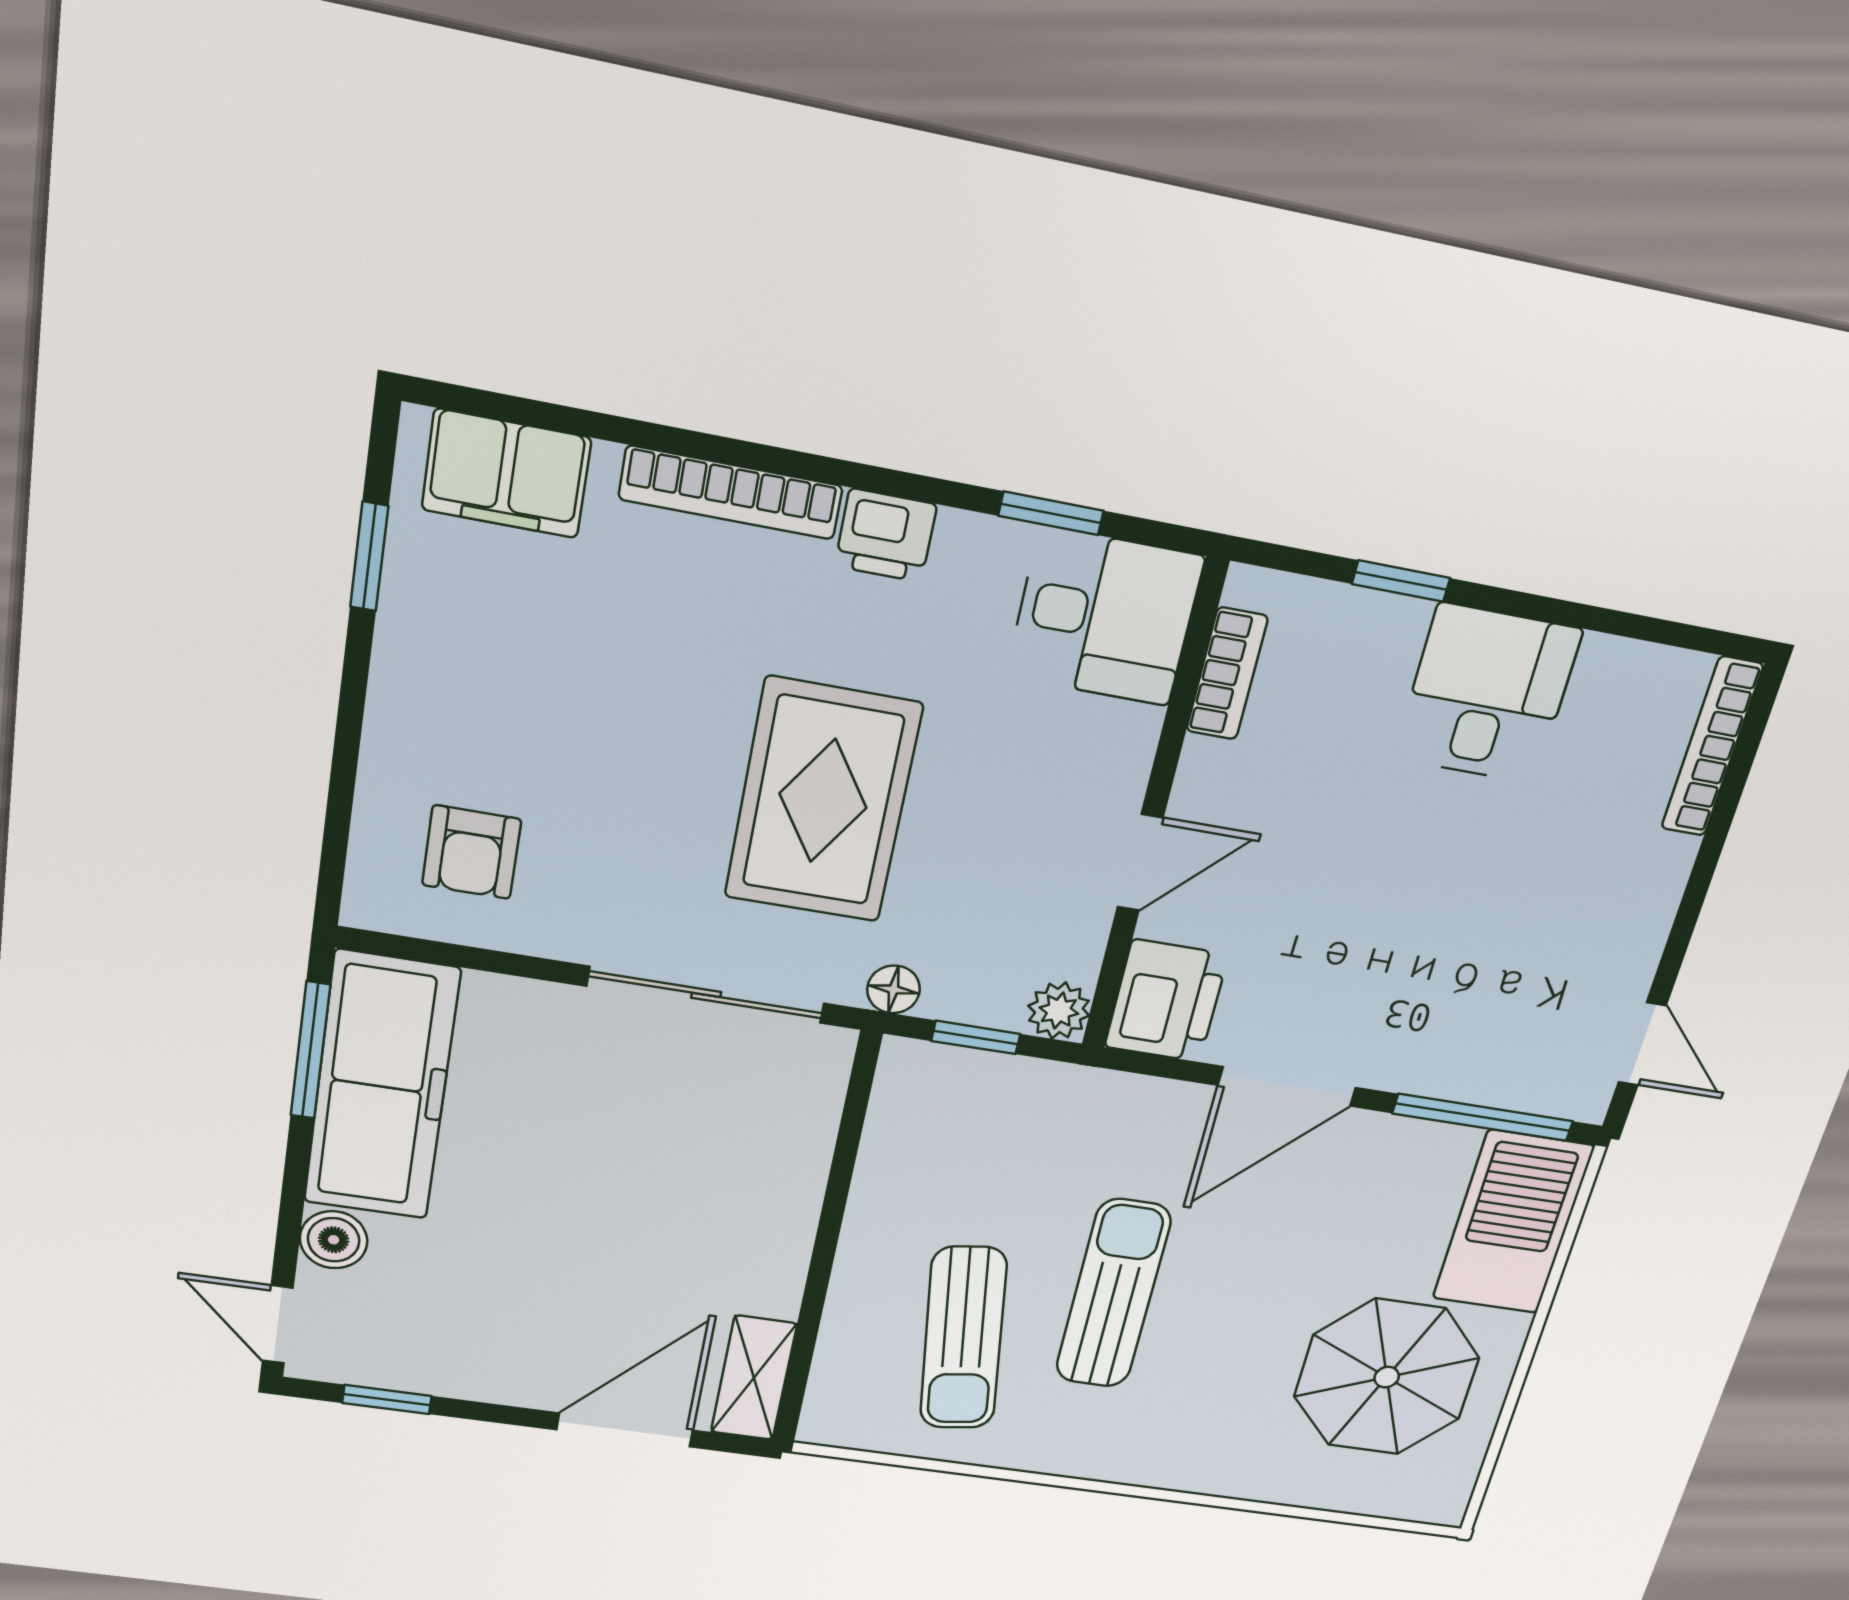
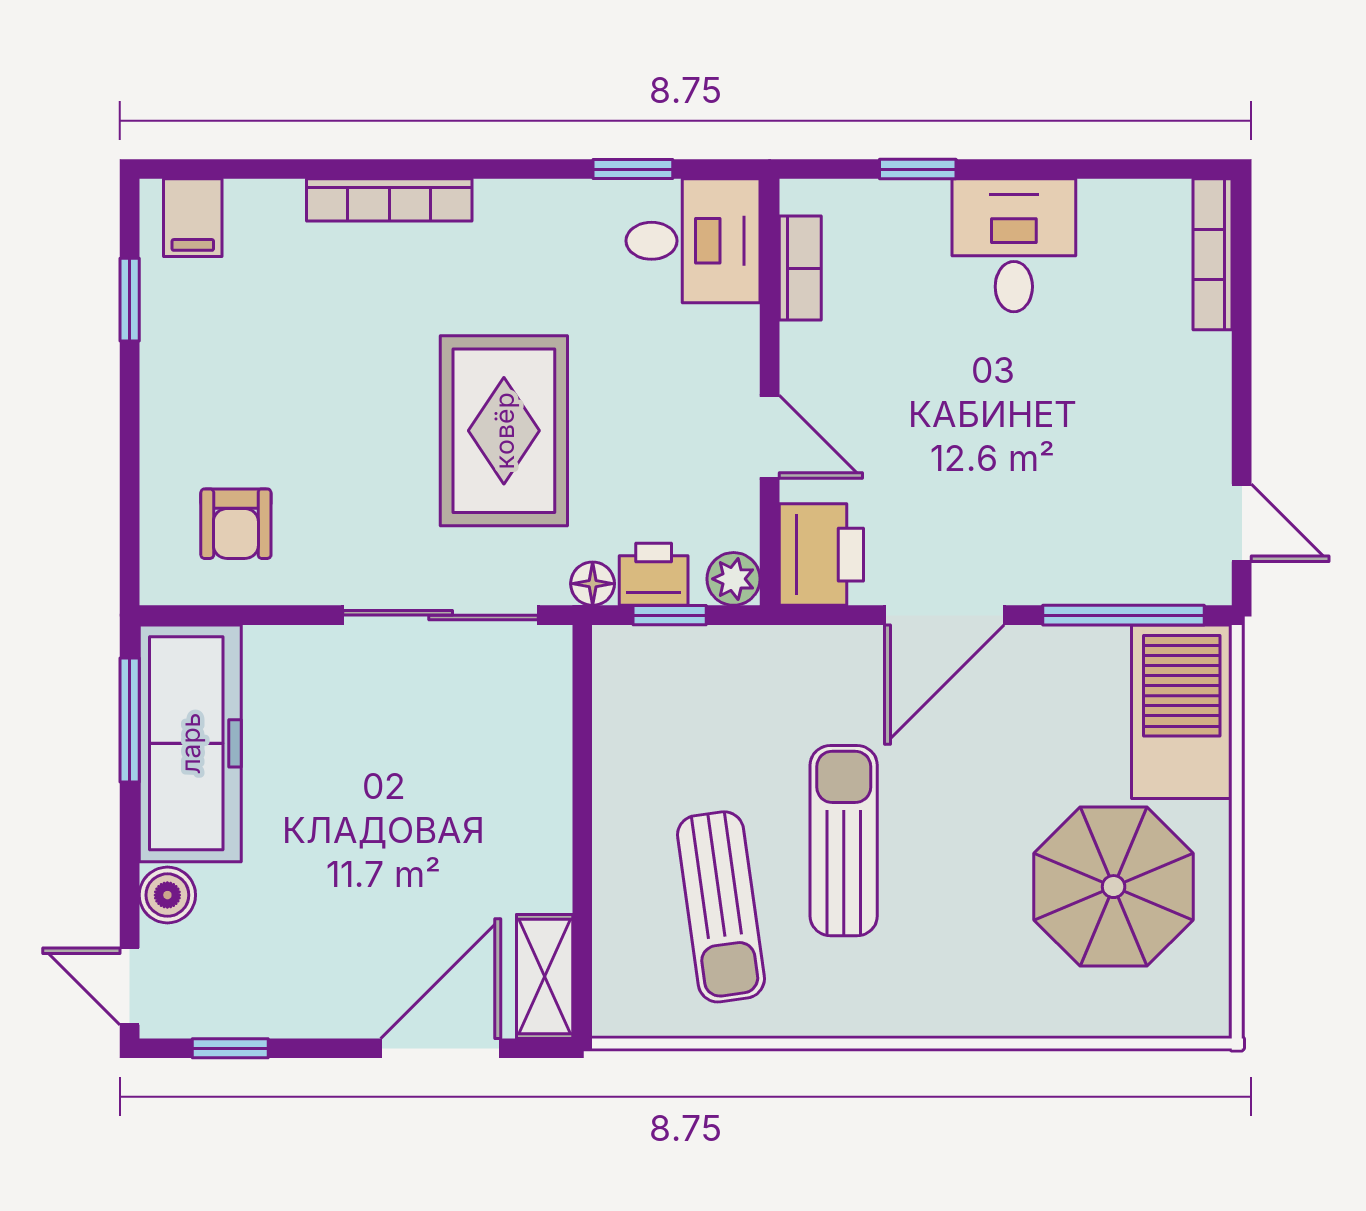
filing cabinet: (506, 474) -> (193, 218), width x0.50
printer: (886, 535) -> (654, 574), moved, turned 180
door: (1140, 862) -> (770, 437), hinge flipped

